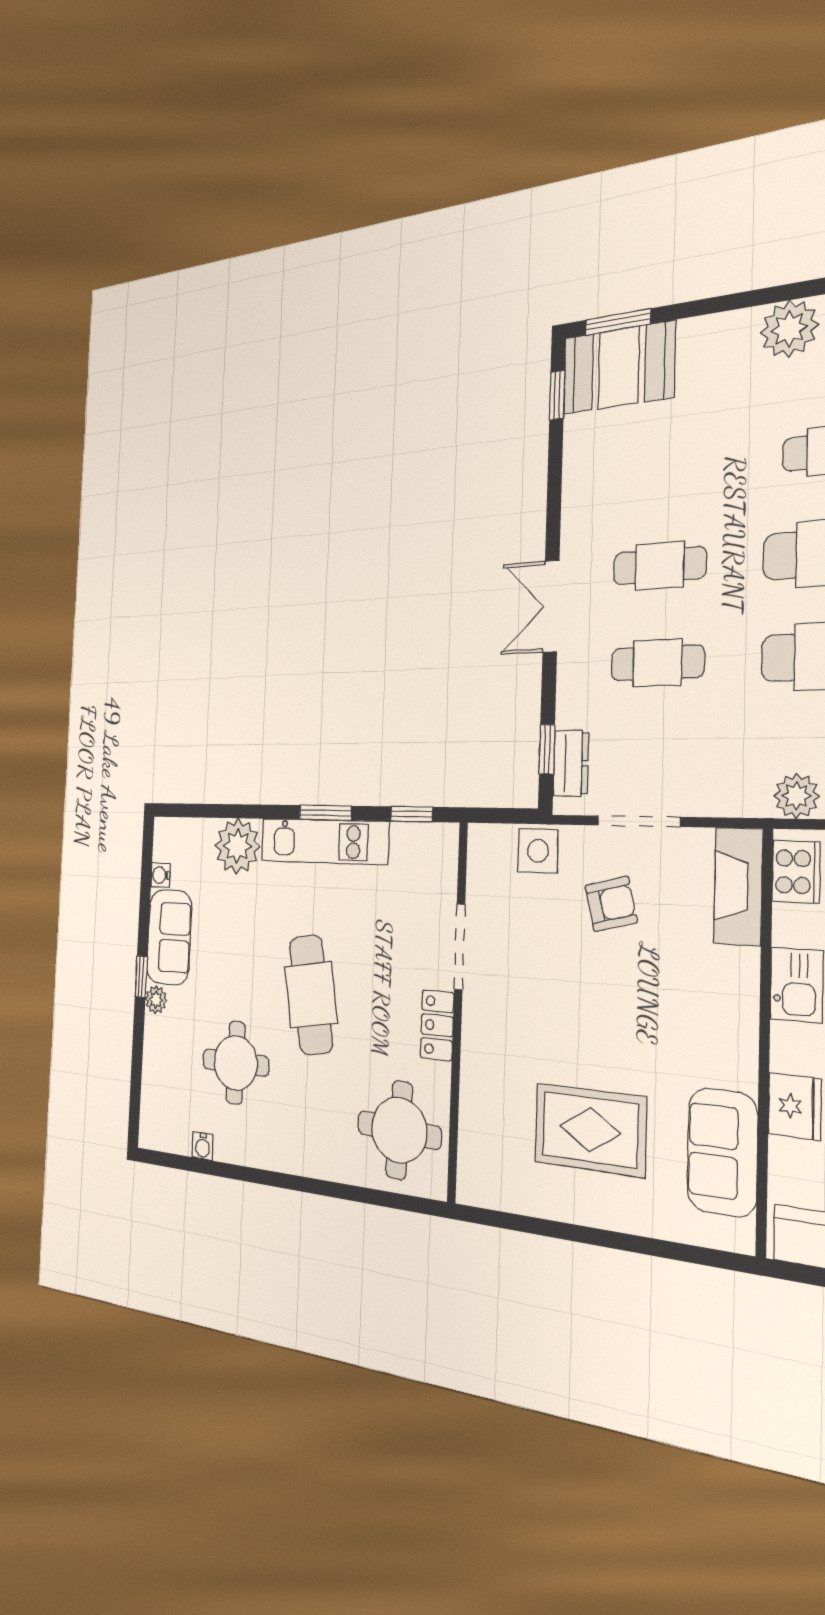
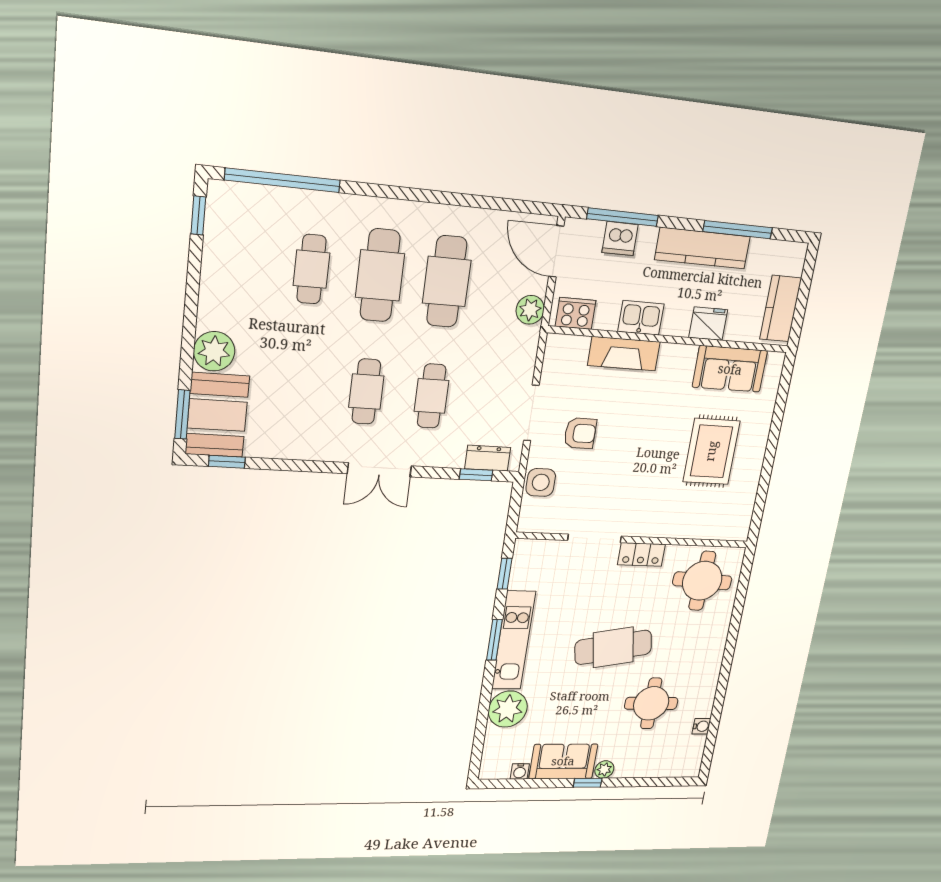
plant: (789, 329) -> (214, 351), moved
fireplace: (738, 886) -> (624, 354), moved
armchair: (611, 904) -> (580, 433), turned 104

